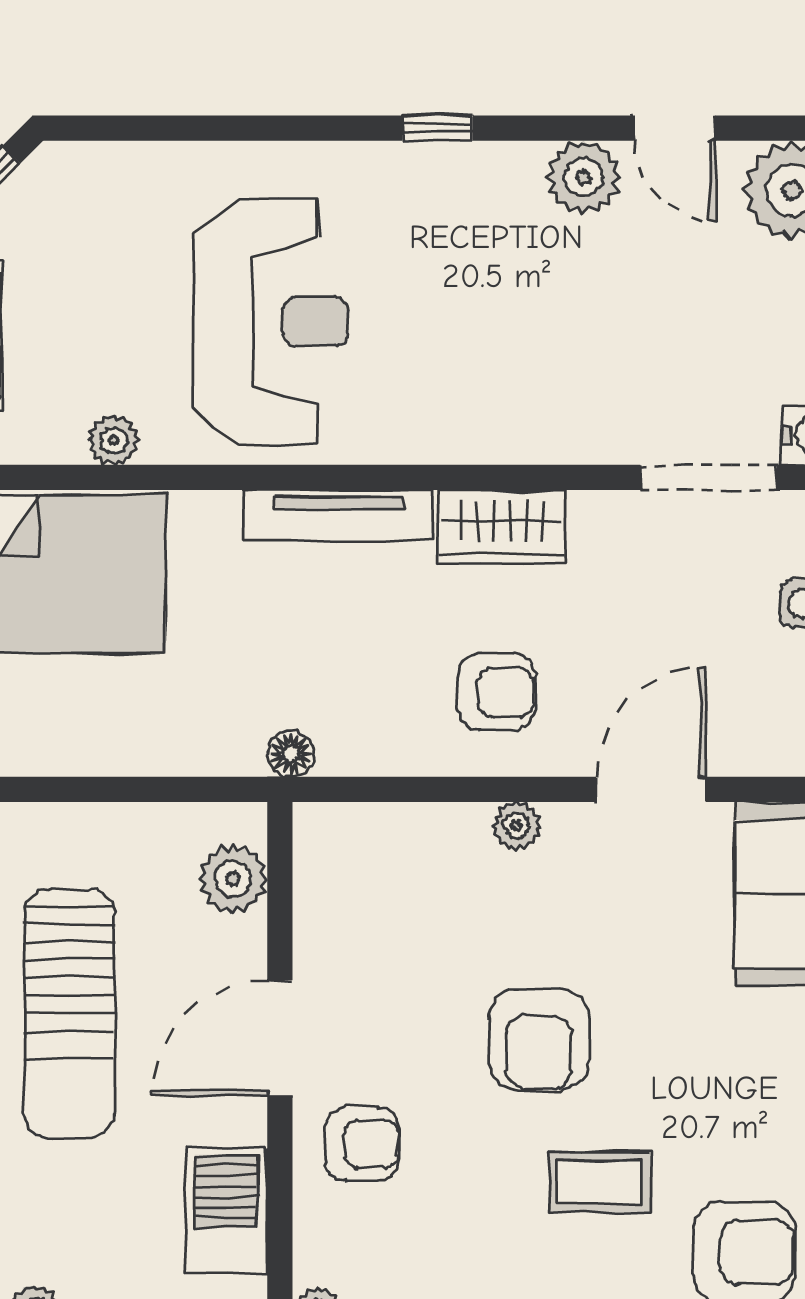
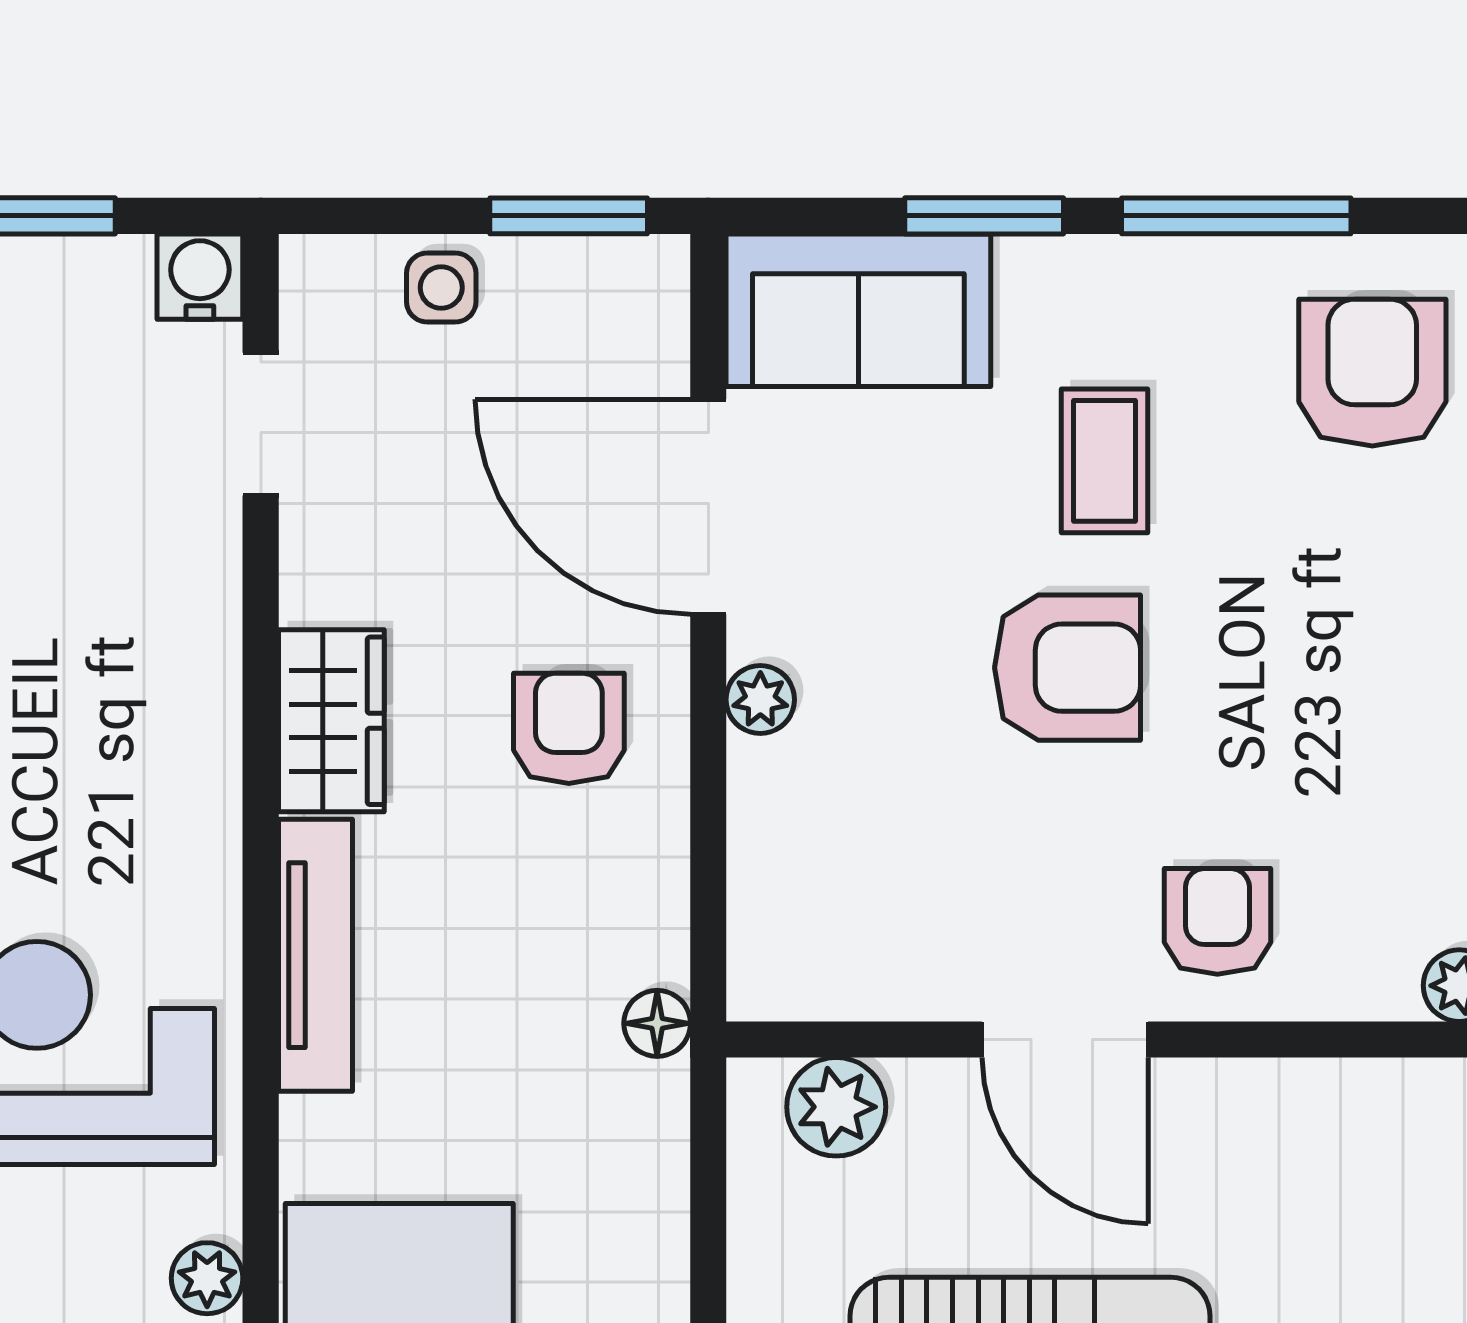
doorway: (708, 477) -> (261, 424), width x0.73
door: (651, 789) -> (708, 507), width x1.36
coffee table: (600, 1182) -> (1105, 461), moved
barbecue: (226, 1210) -> (1312, 1116), removed

